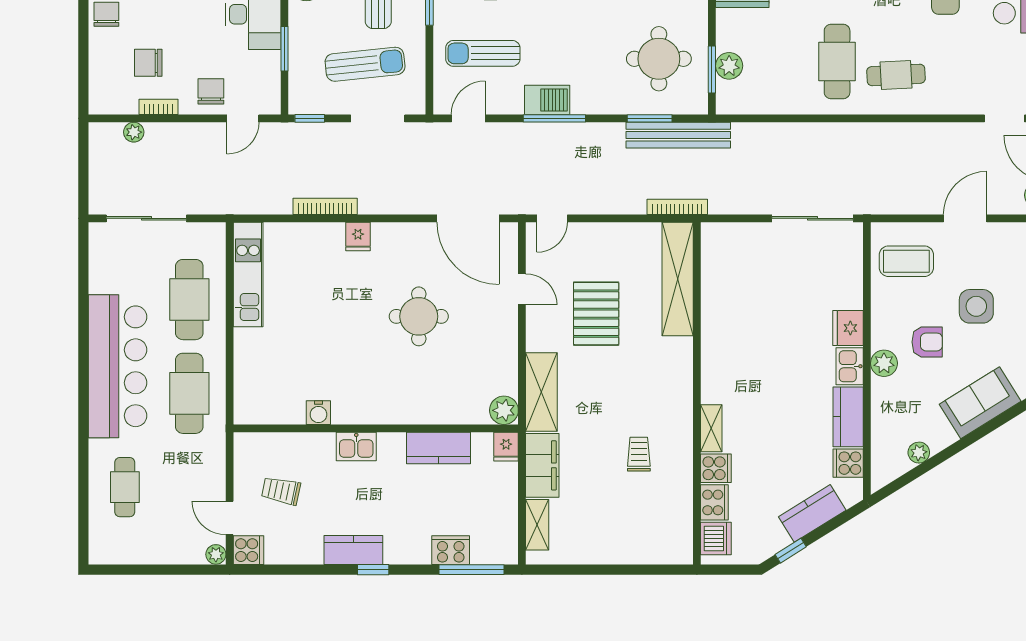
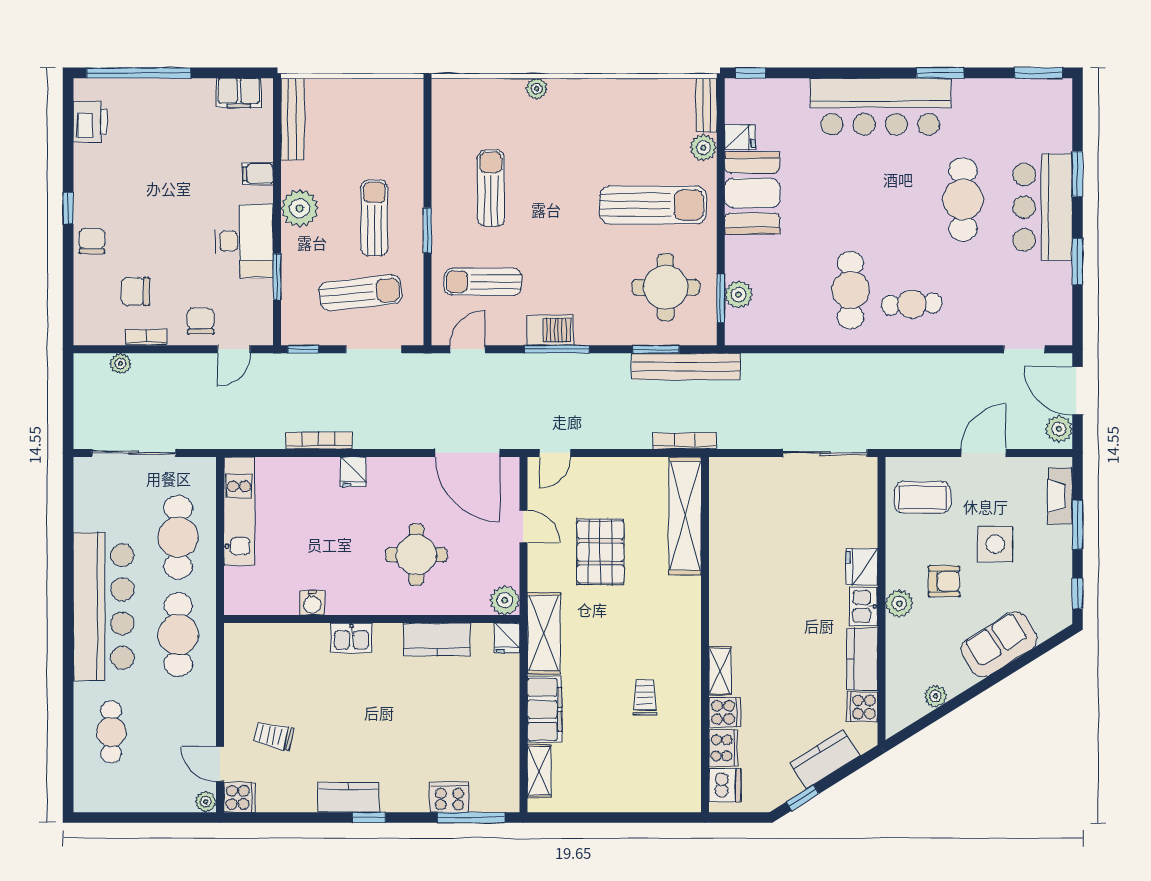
plant: (504, 410) -> (505, 600), moved
water cooler: (318, 413) -> (312, 603), moved
wall: (376, 428) -> (372, 619), moved
kitchen sink: (356, 446) -> (351, 638), moved
fridge: (506, 447) -> (507, 638), moved
kitchen counter: (438, 448) -> (437, 639), moved

